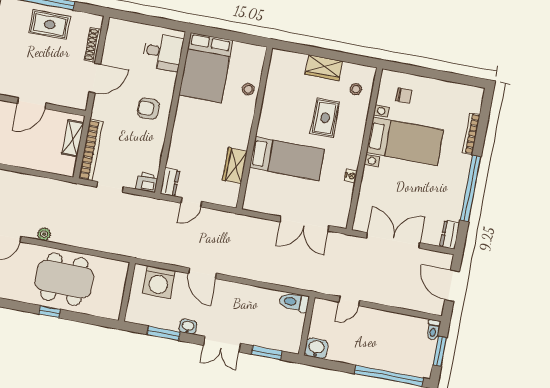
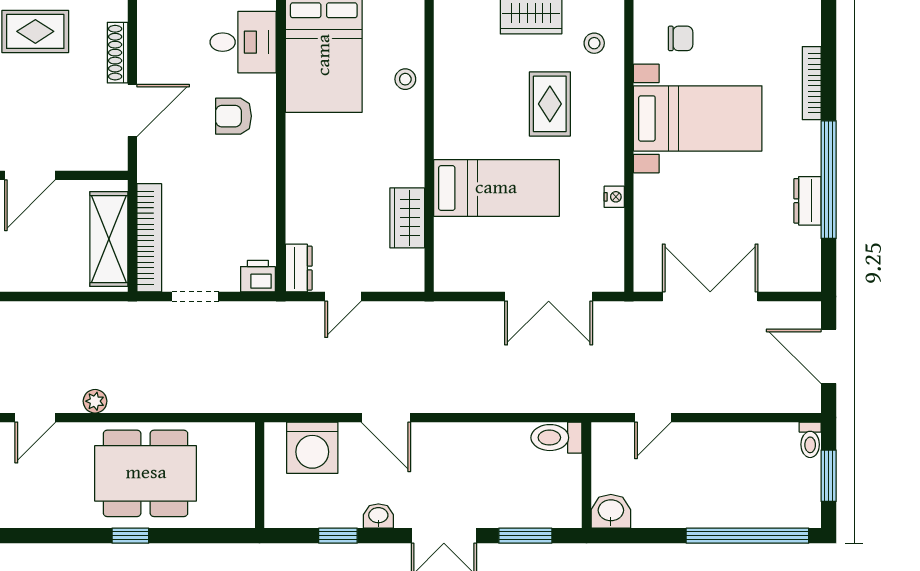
armchair: (148, 109) -> (234, 116), moved
shelving: (73, 138) -> (109, 239), width x1.50, depth x1.33
dresser: (450, 235) -> (807, 201), moved
window: (164, 333) -> (338, 536), width x0.67

